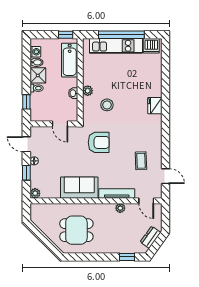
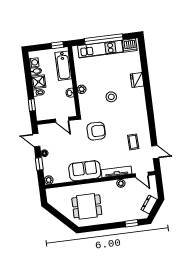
stool: (107, 105) -> (111, 97), moved
fridge: (155, 106) -> (137, 80), moved

